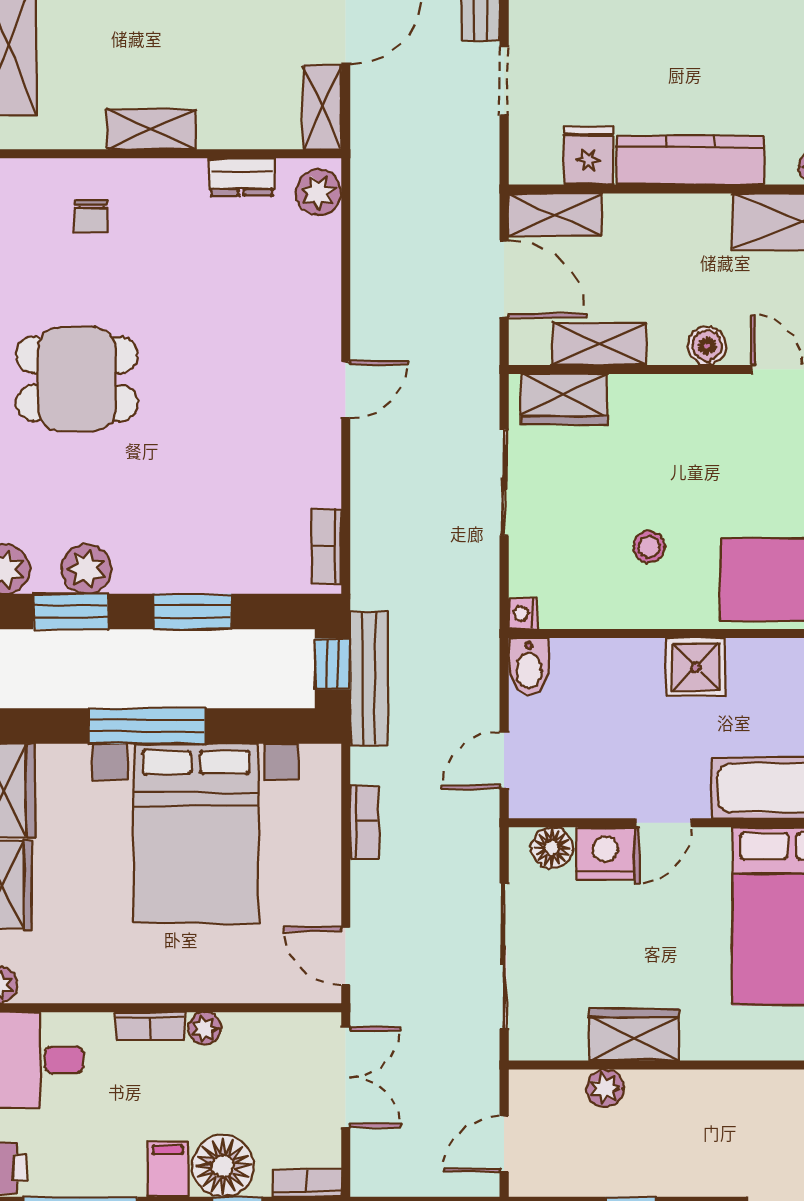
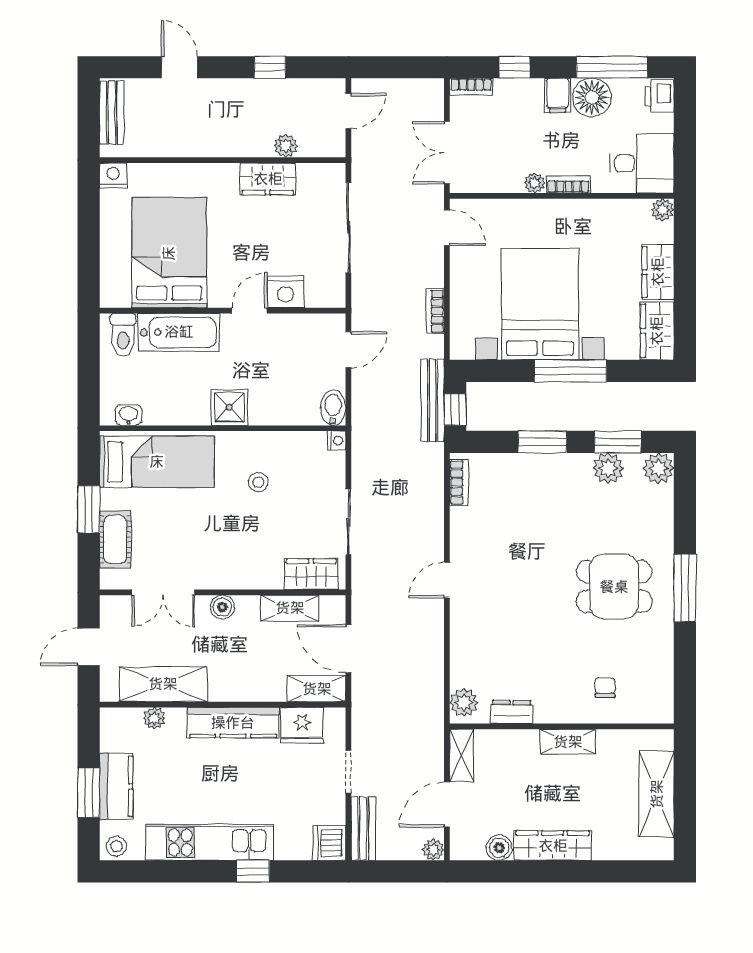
fridge: (588, 156) -> (302, 725), width x1.38
floor lamp: (552, 848) -> (319, 295), removed
floor lamp: (223, 1166) -> (592, 97), moved

